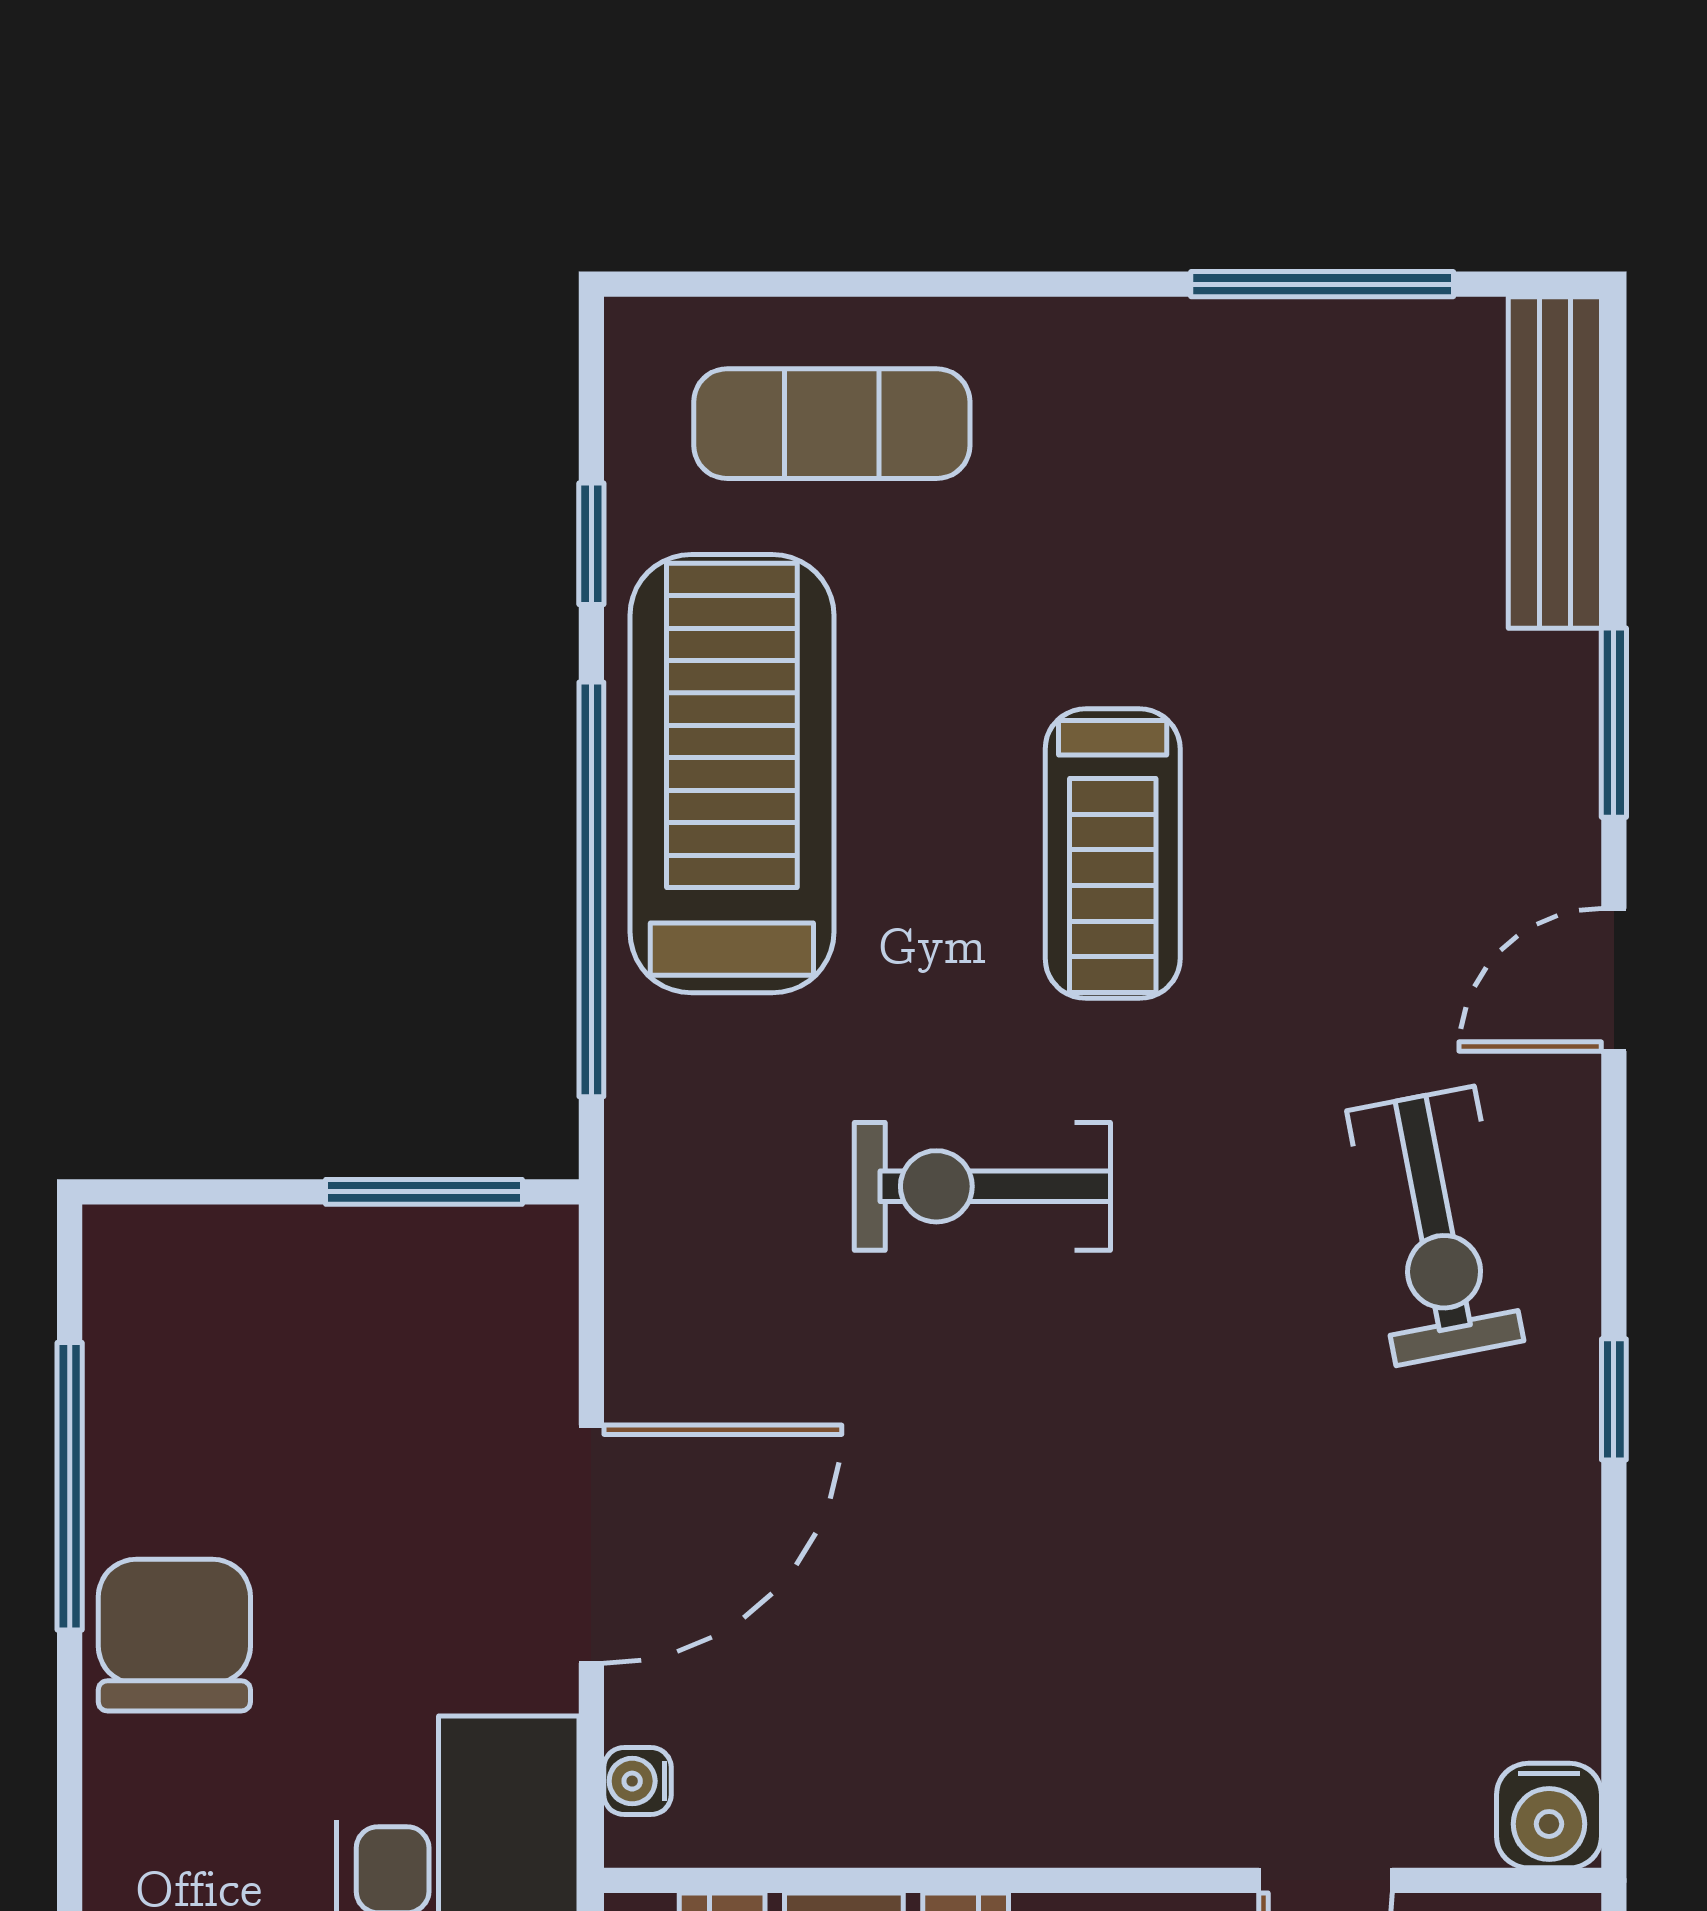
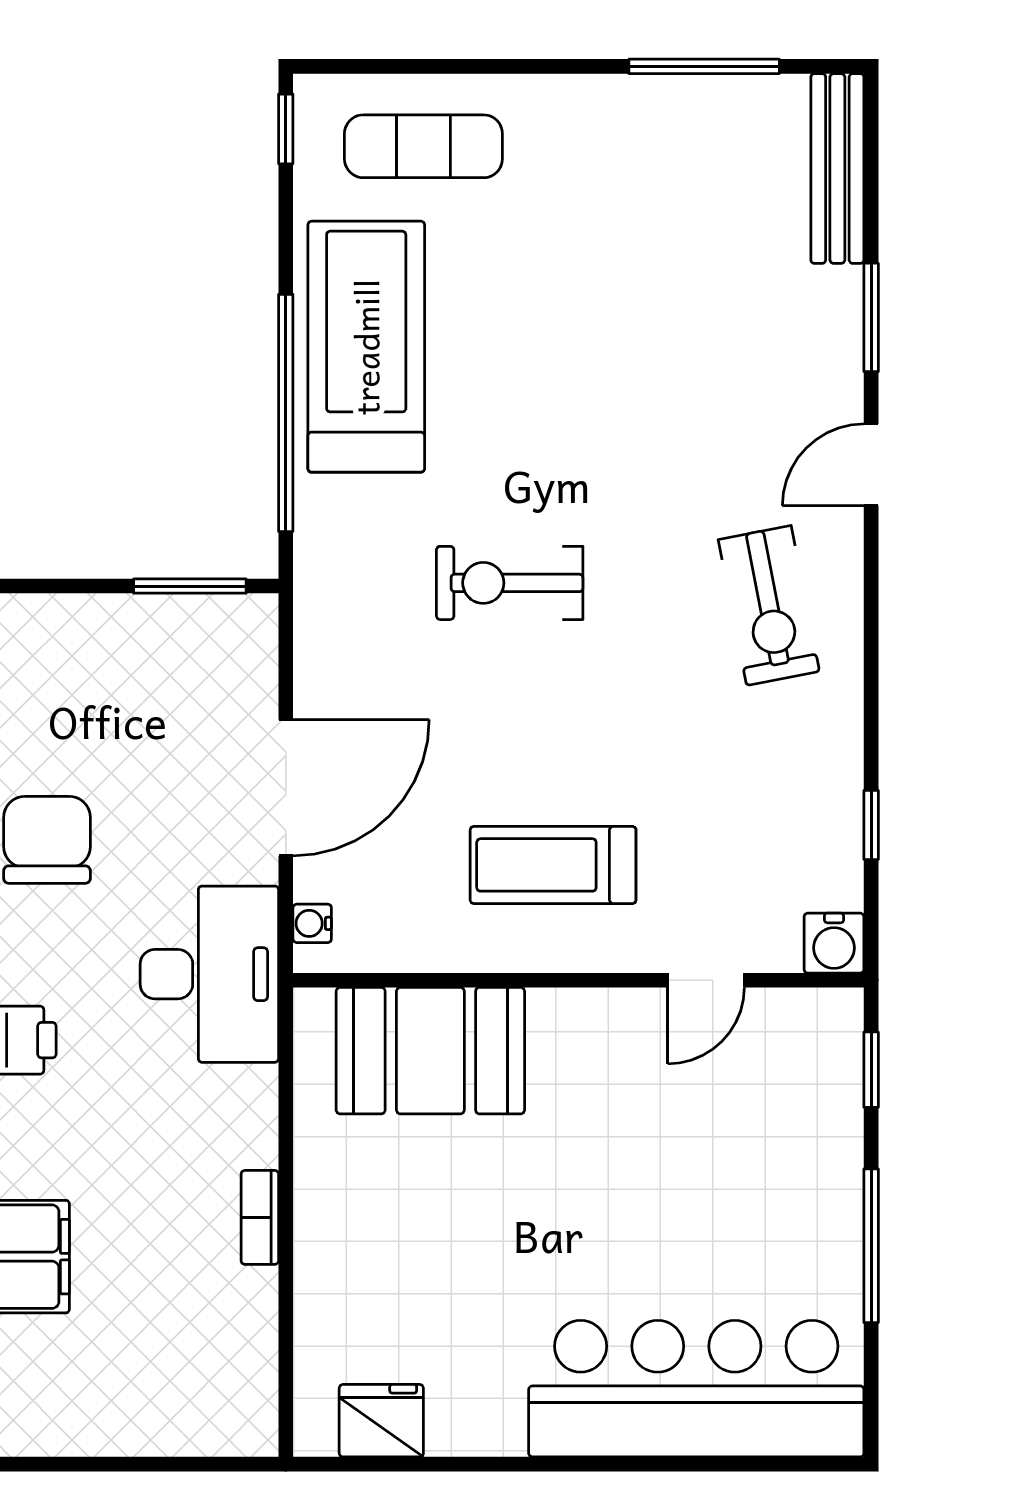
window: (591, 544) -> (286, 129), moved
treadmill: (1113, 854) -> (553, 865), moved, turned 90
window: (1614, 1399) -> (871, 825), moved

